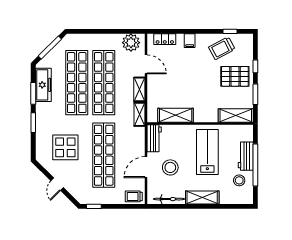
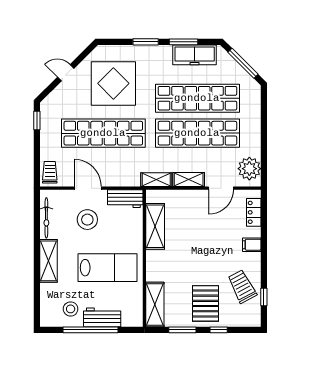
display table: (65, 147) -> (113, 83), width x1.36, depth x1.36

